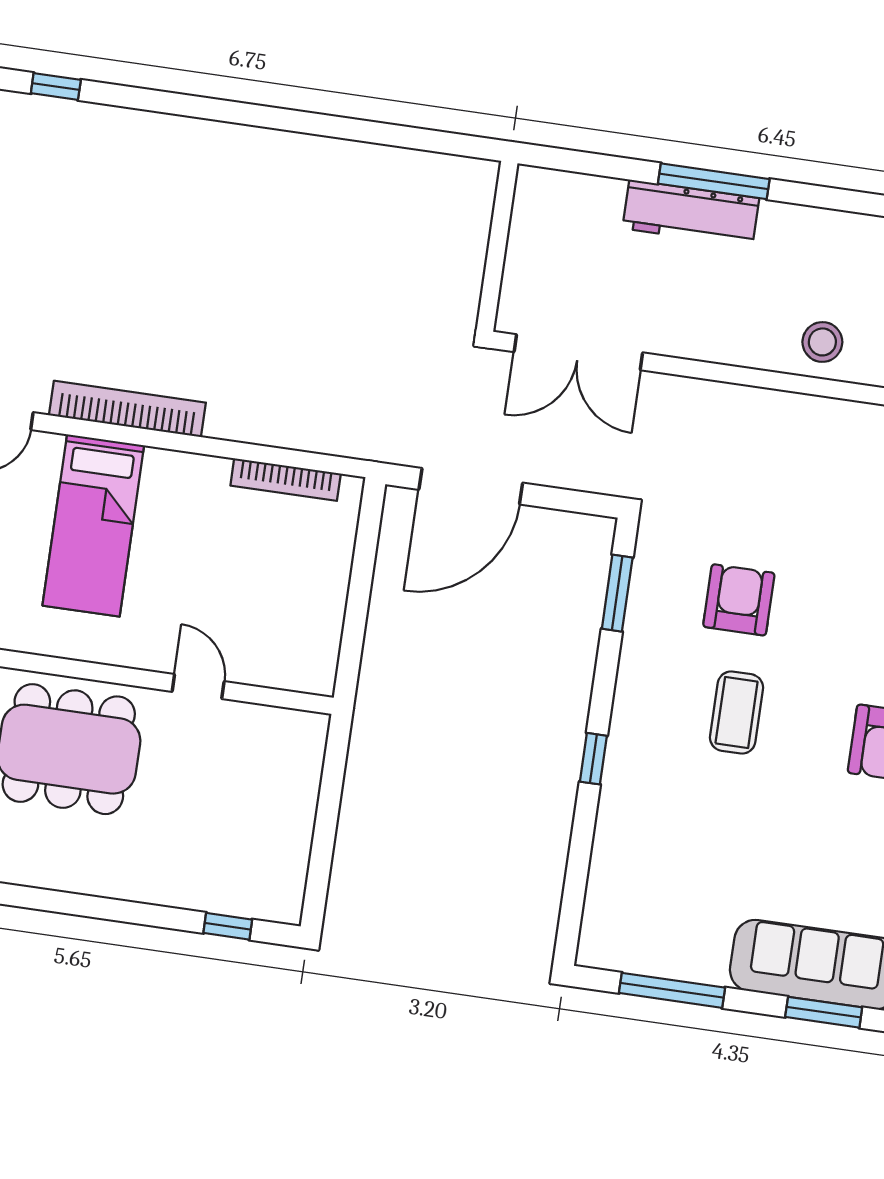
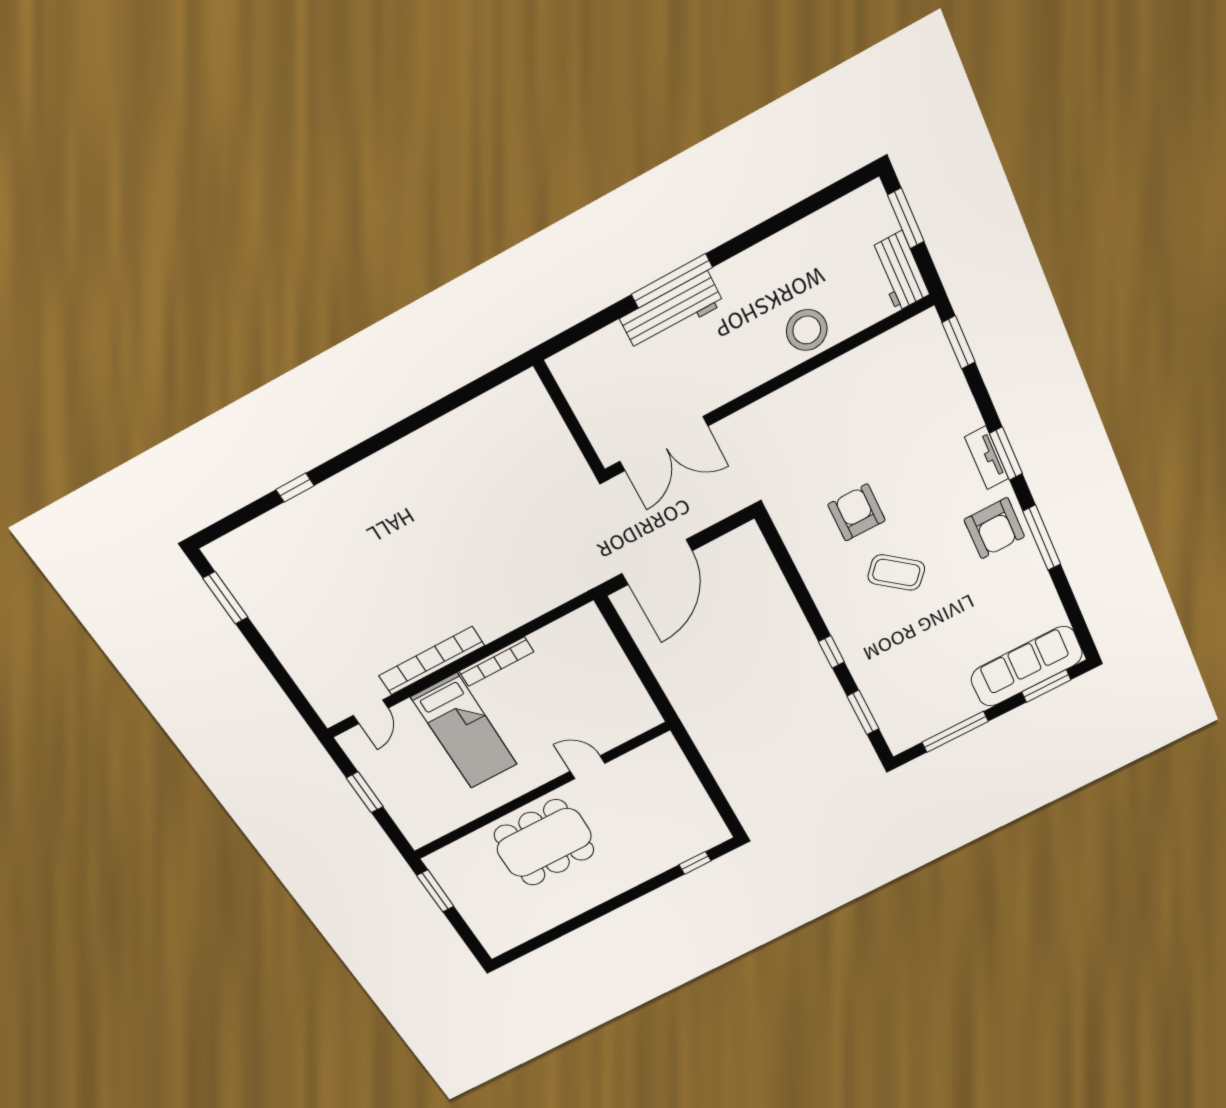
window: (56, 87) -> (295, 488), moved
stool: (822, 342) -> (807, 330), width x1.38, depth x1.38
bookcase: (286, 480) -> (496, 662), moved
window: (617, 593) -> (863, 713), moved
coffee table: (737, 713) -> (896, 573), turned -50

